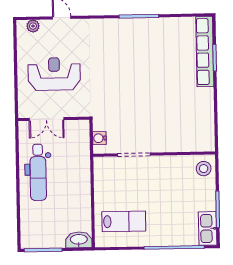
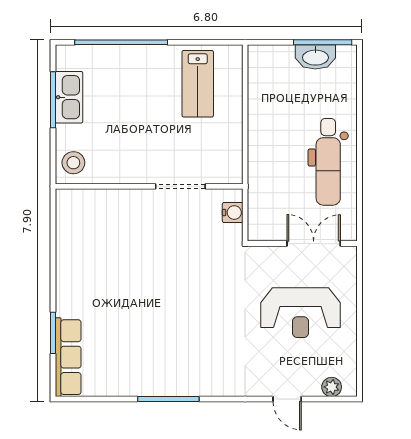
row of seats: (205, 52) -> (68, 357), width x0.73
dental chair: (38, 172) -> (328, 162), turned 180
lab bench: (124, 221) -> (198, 84), turned -90
kitchen sink: (208, 228) -> (69, 97), moved
washbasin: (79, 240) -> (315, 57), moved

